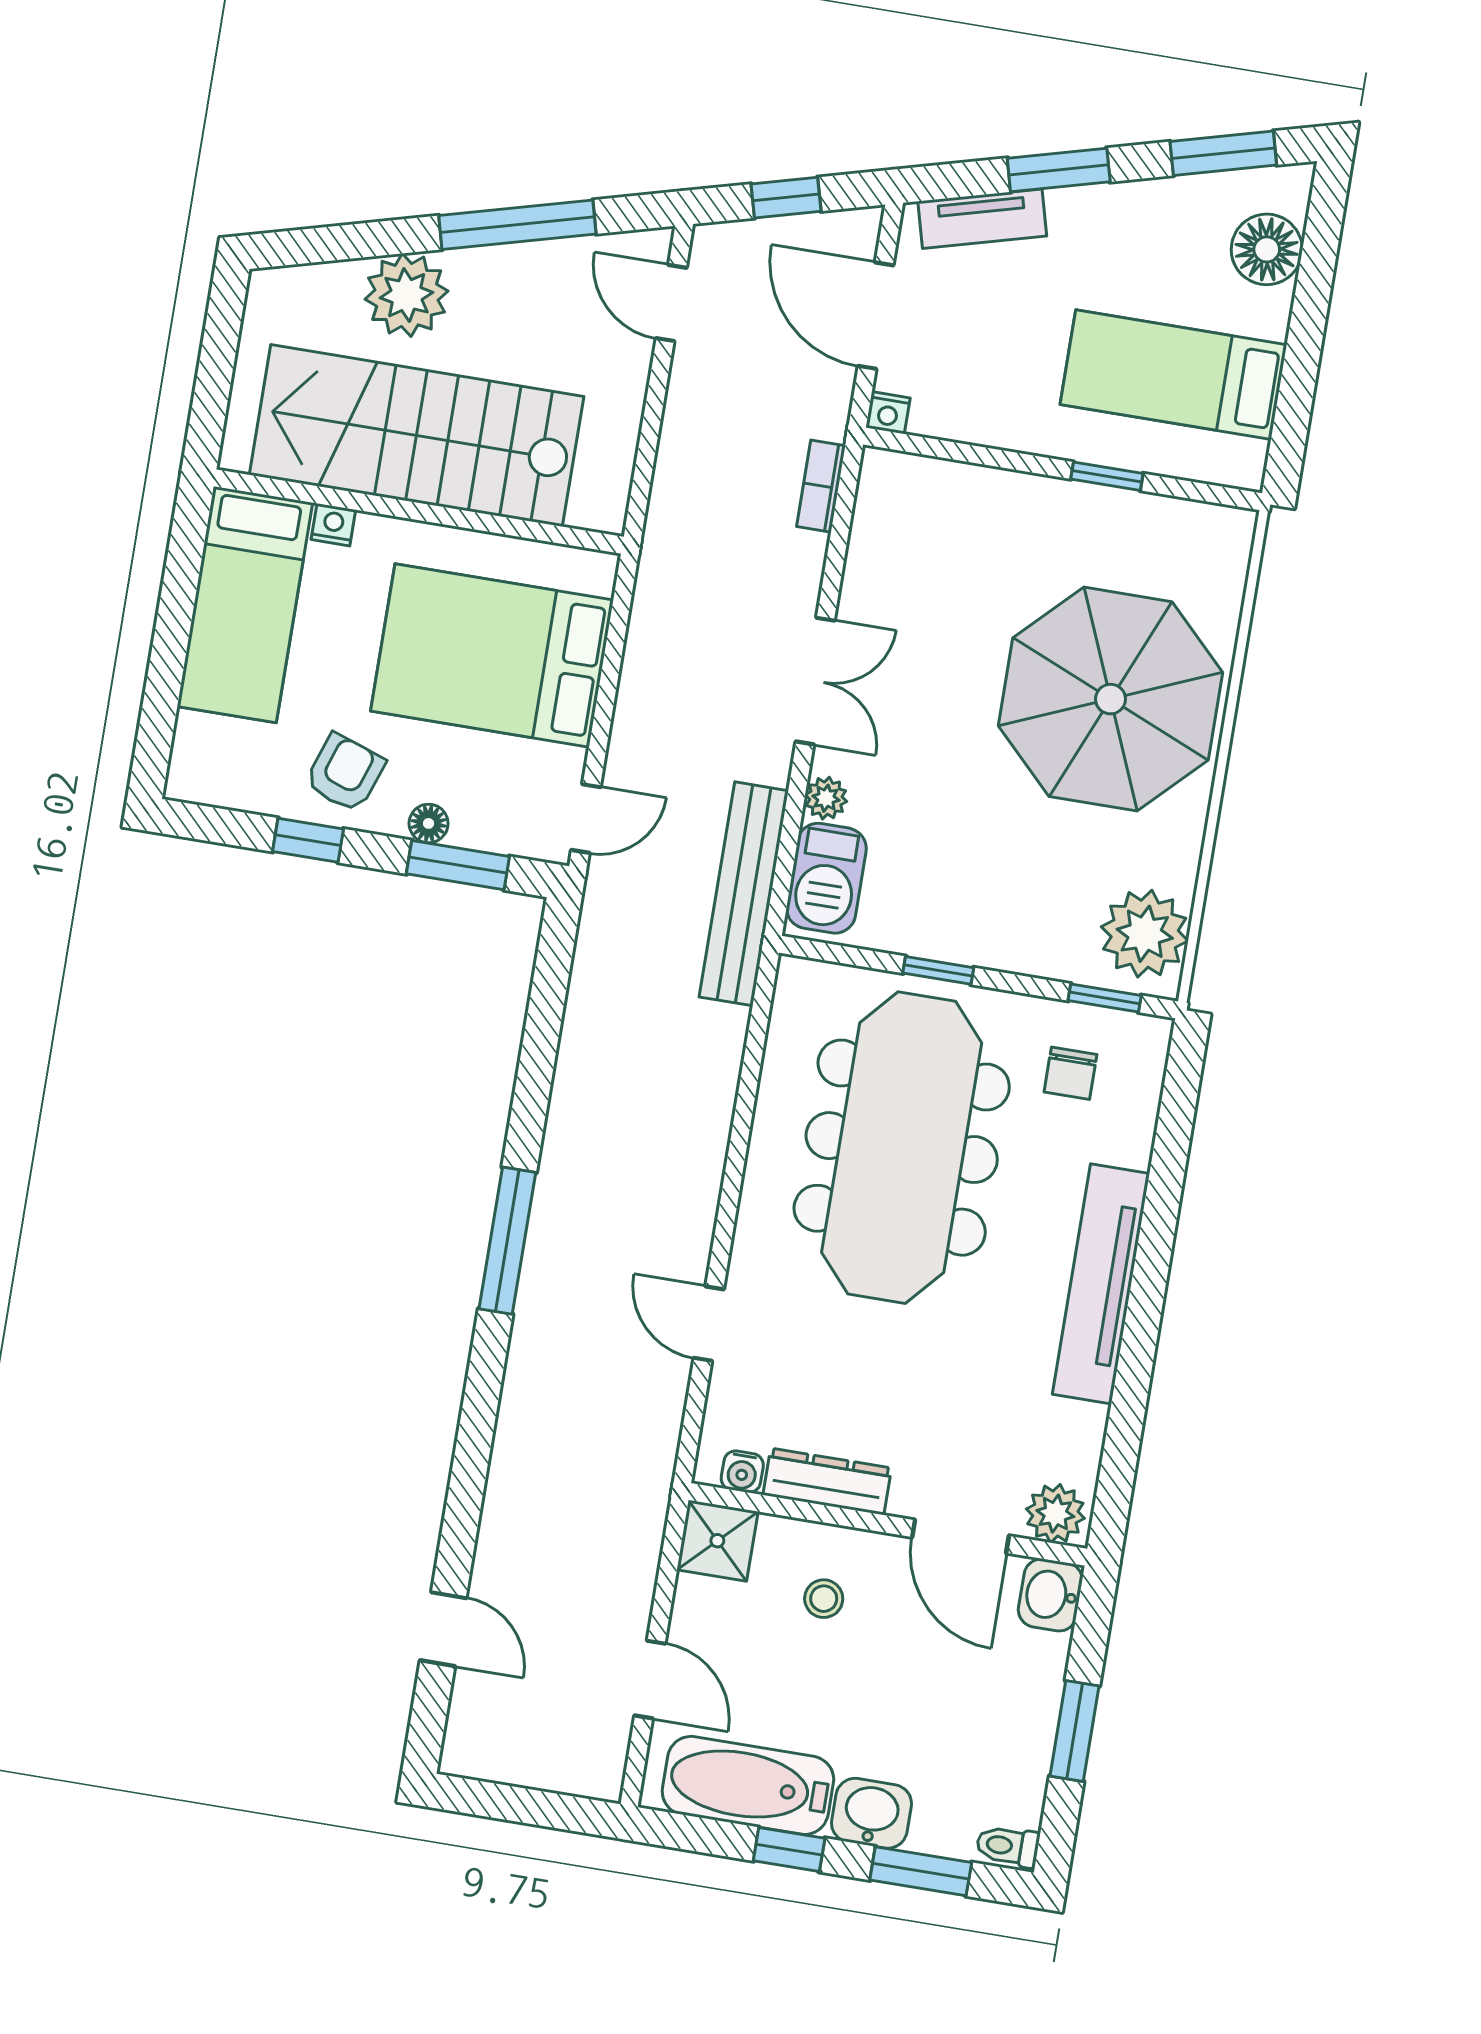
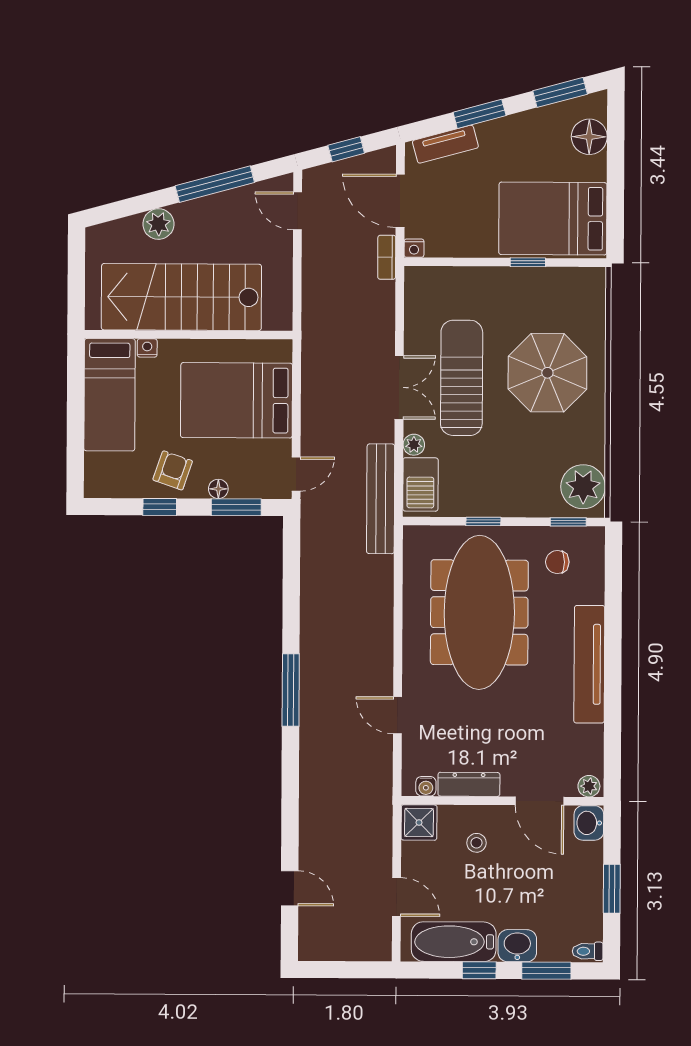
plant: (407, 295) -> (158, 224), width x0.73, depth x0.73
bed: (1174, 375) -> (553, 219), width x1.50
bookcase: (821, 486) -> (387, 257), moved
sun lounger: (940, 682) -> (462, 378), added
parasol: (1110, 699) -> (547, 373), width x0.73, depth x0.73
chair: (1070, 1073) -> (557, 562), turned 90
plant: (1055, 1514) -> (589, 786), width x0.73, depth x0.73

